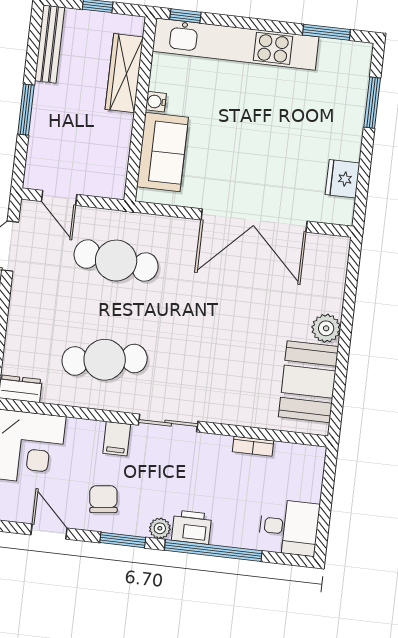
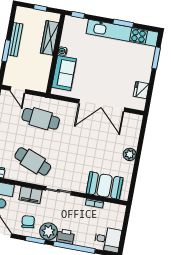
window: (326, 32) -> (123, 23), moved
bench: (50, 44) -> (15, 39), moved
kitchen unit: (236, 44) -> (122, 33), moved
cafe table: (105, 360) -> (33, 161), turned 30
booth: (309, 382) -> (105, 186), moved, turned 90
filing cabinet: (117, 439) -> (30, 195), width x2.00
plant: (160, 528) -> (48, 231), width x1.87, depth x1.87

